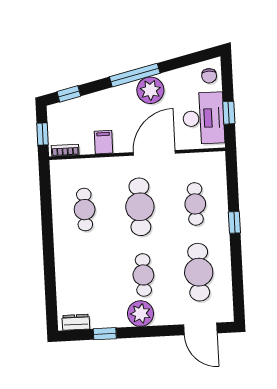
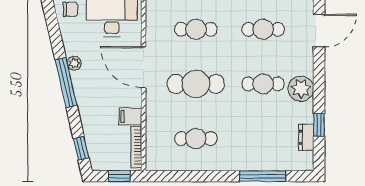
plant: (150, 90) -> (74, 63), width x0.53, depth x0.53
bookcase: (65, 150) -> (136, 147), width x1.56
cafe table: (199, 272) -> (263, 29), width x0.73, depth x0.74
window: (50, 279) -> (263, 176), added
dresser: (76, 322) -> (306, 137), moved

